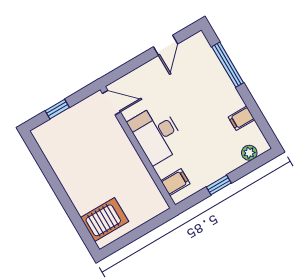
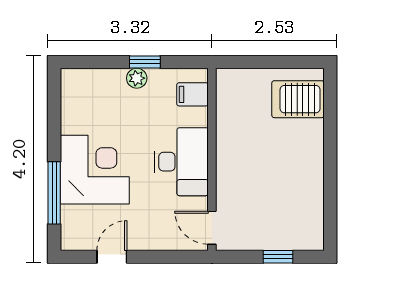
corner desk: (210, 95) -> (95, 170), added
filing cabinet: (241, 118) -> (74, 123), removed
plant: (249, 153) -> (137, 78), moved

